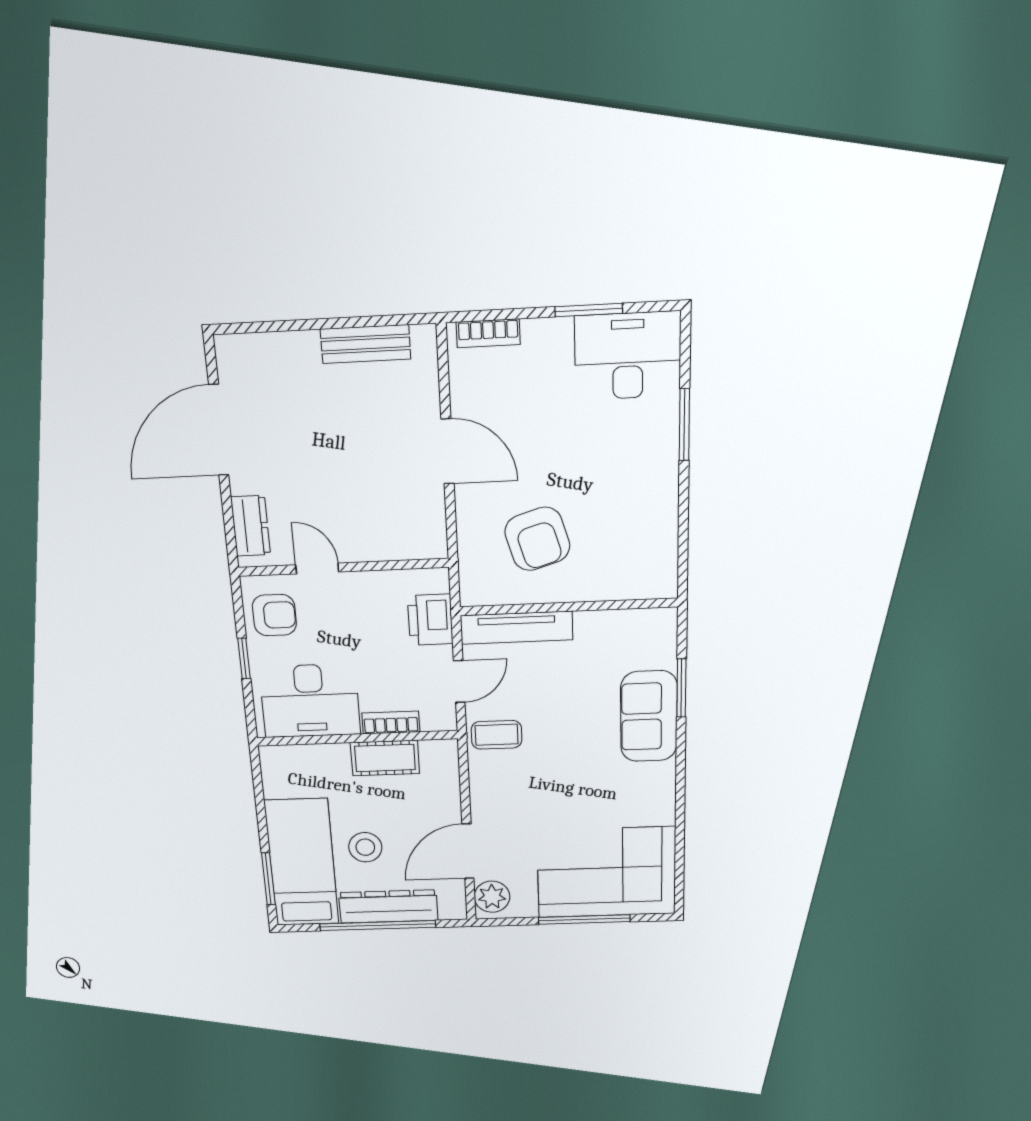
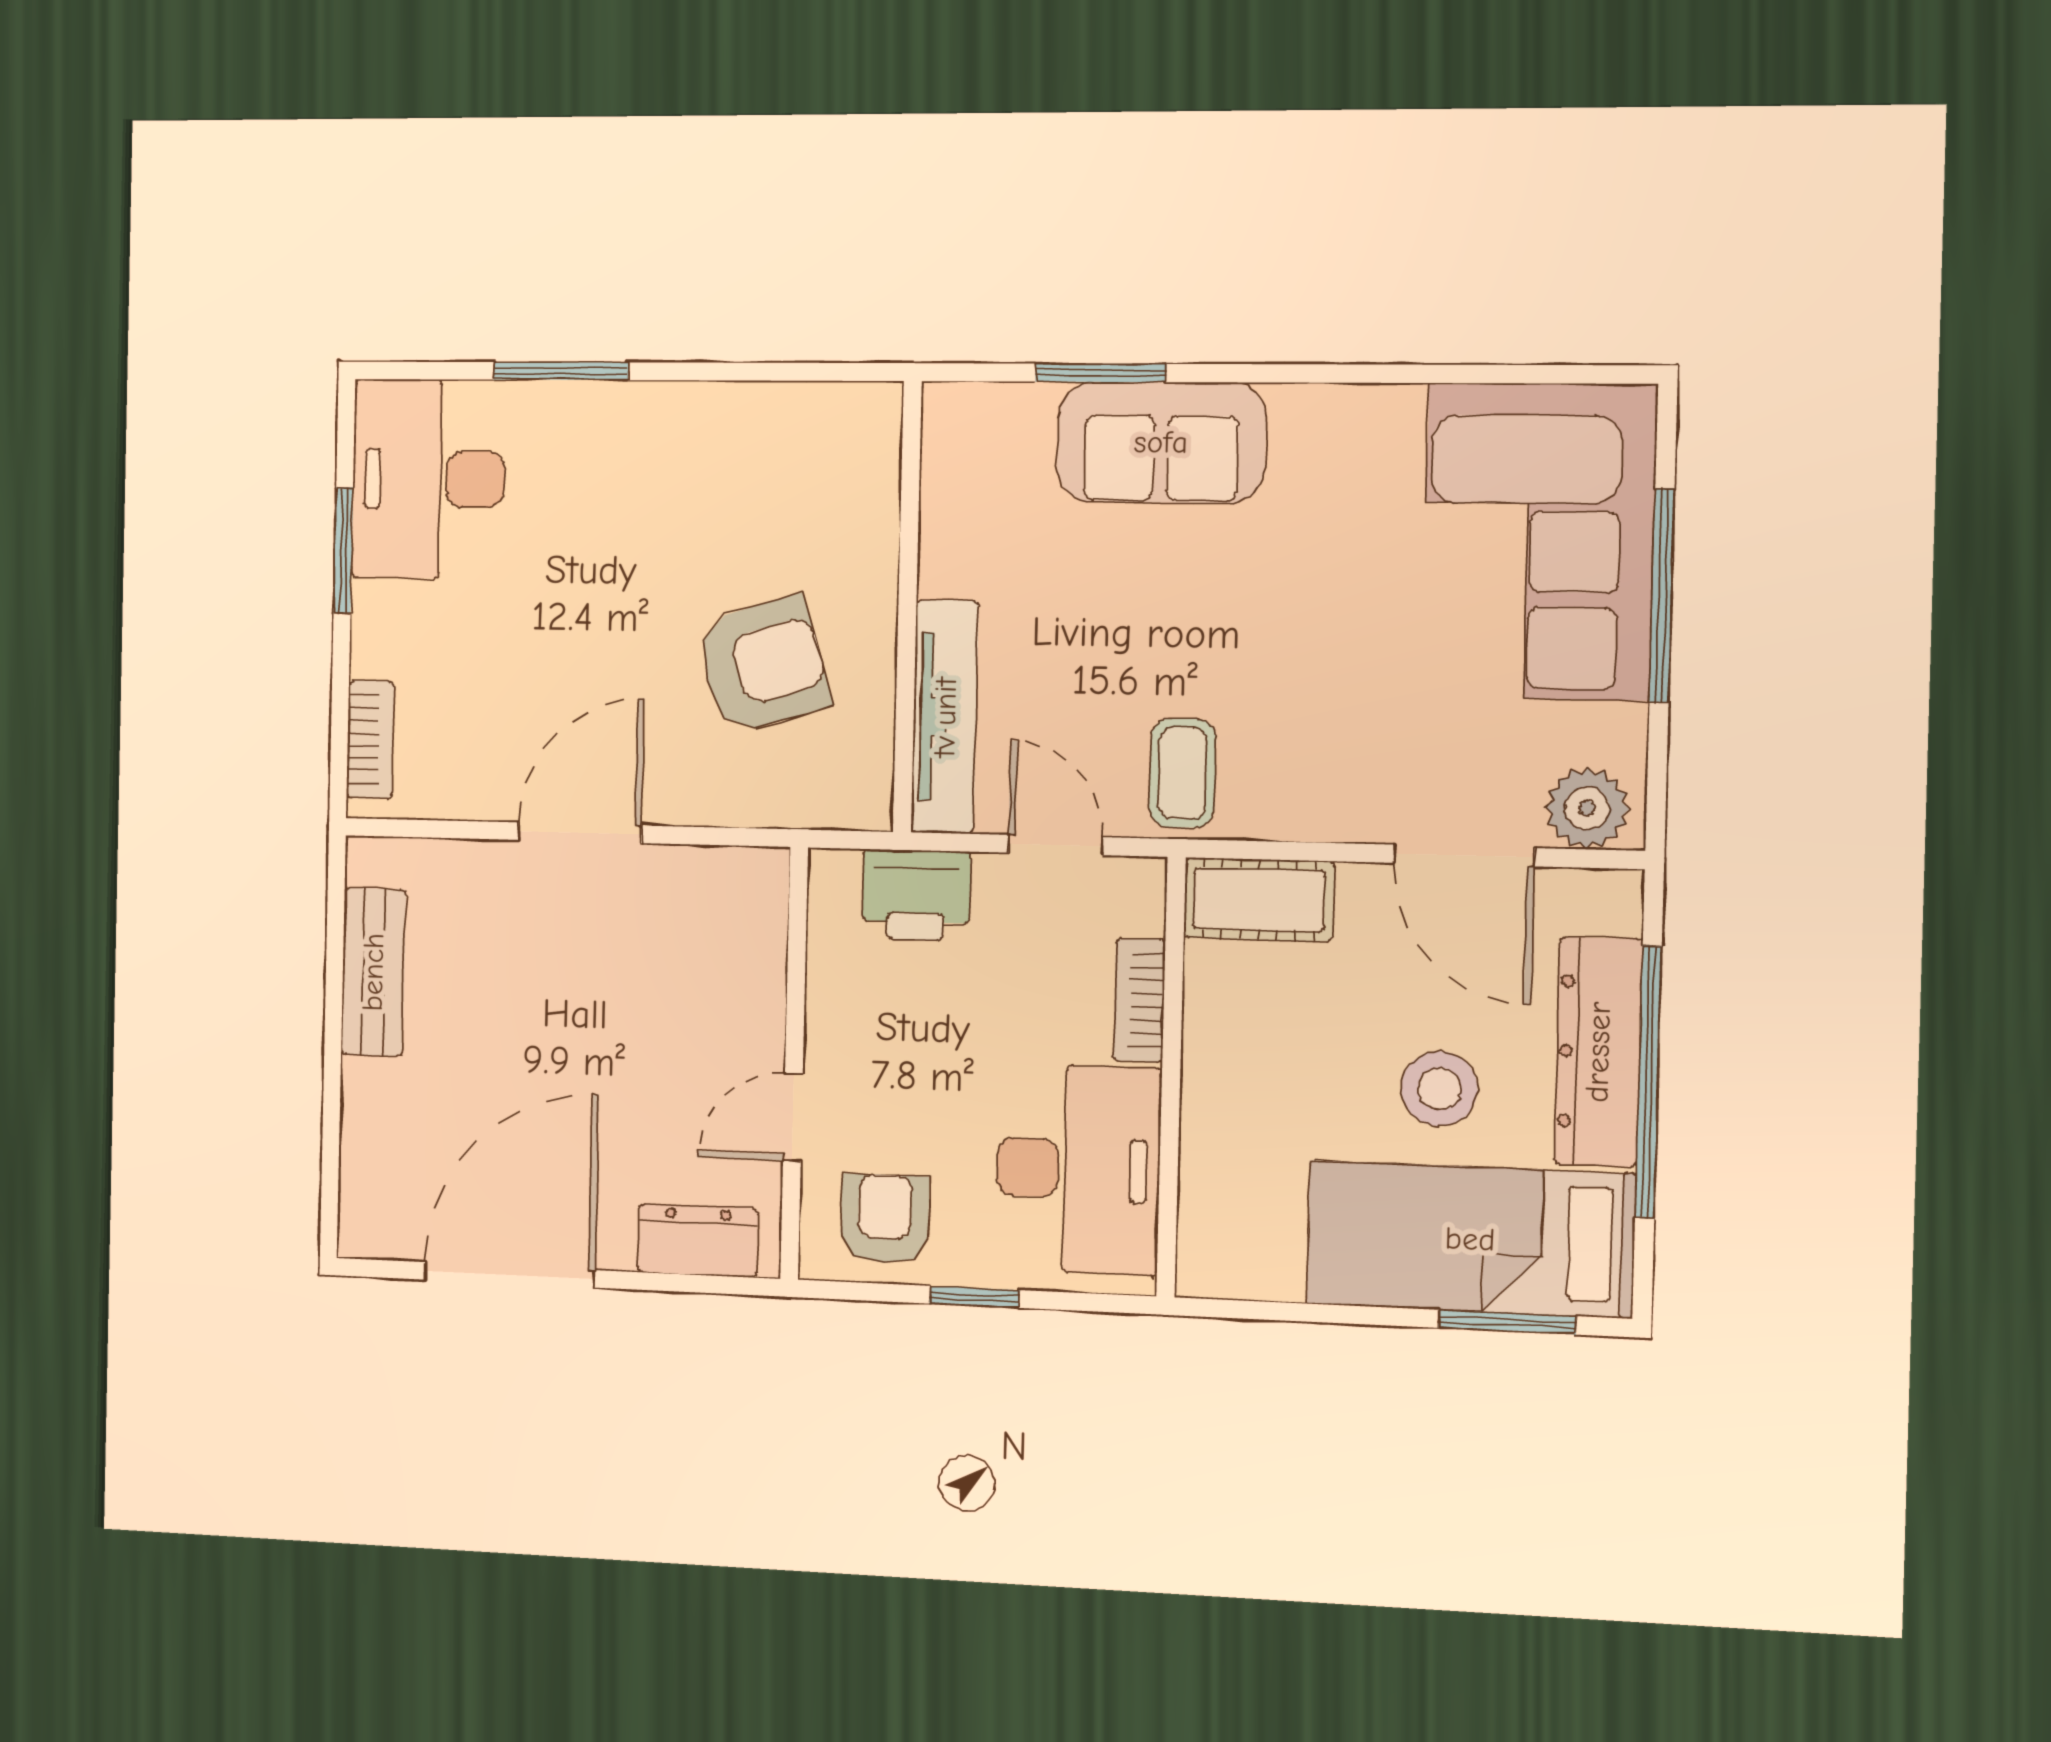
door: (219, 430) -> (509, 1275), swing flipped
cot: (385, 758) -> (1259, 899), moved, turned 90

